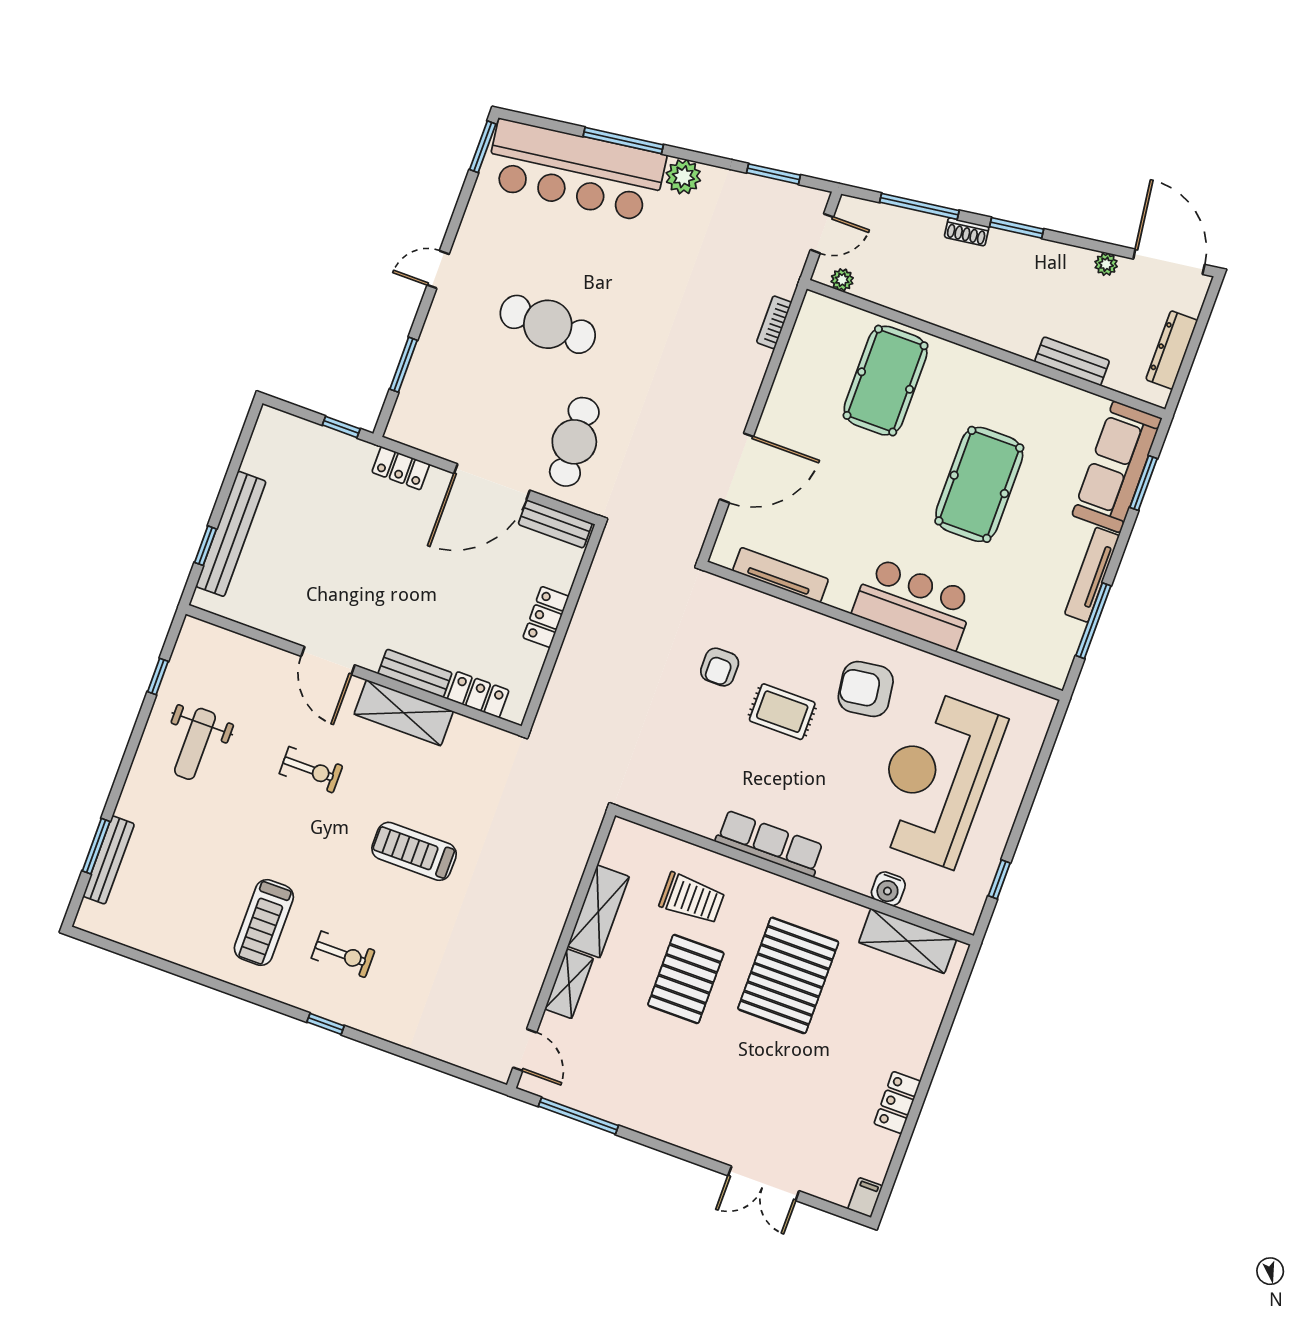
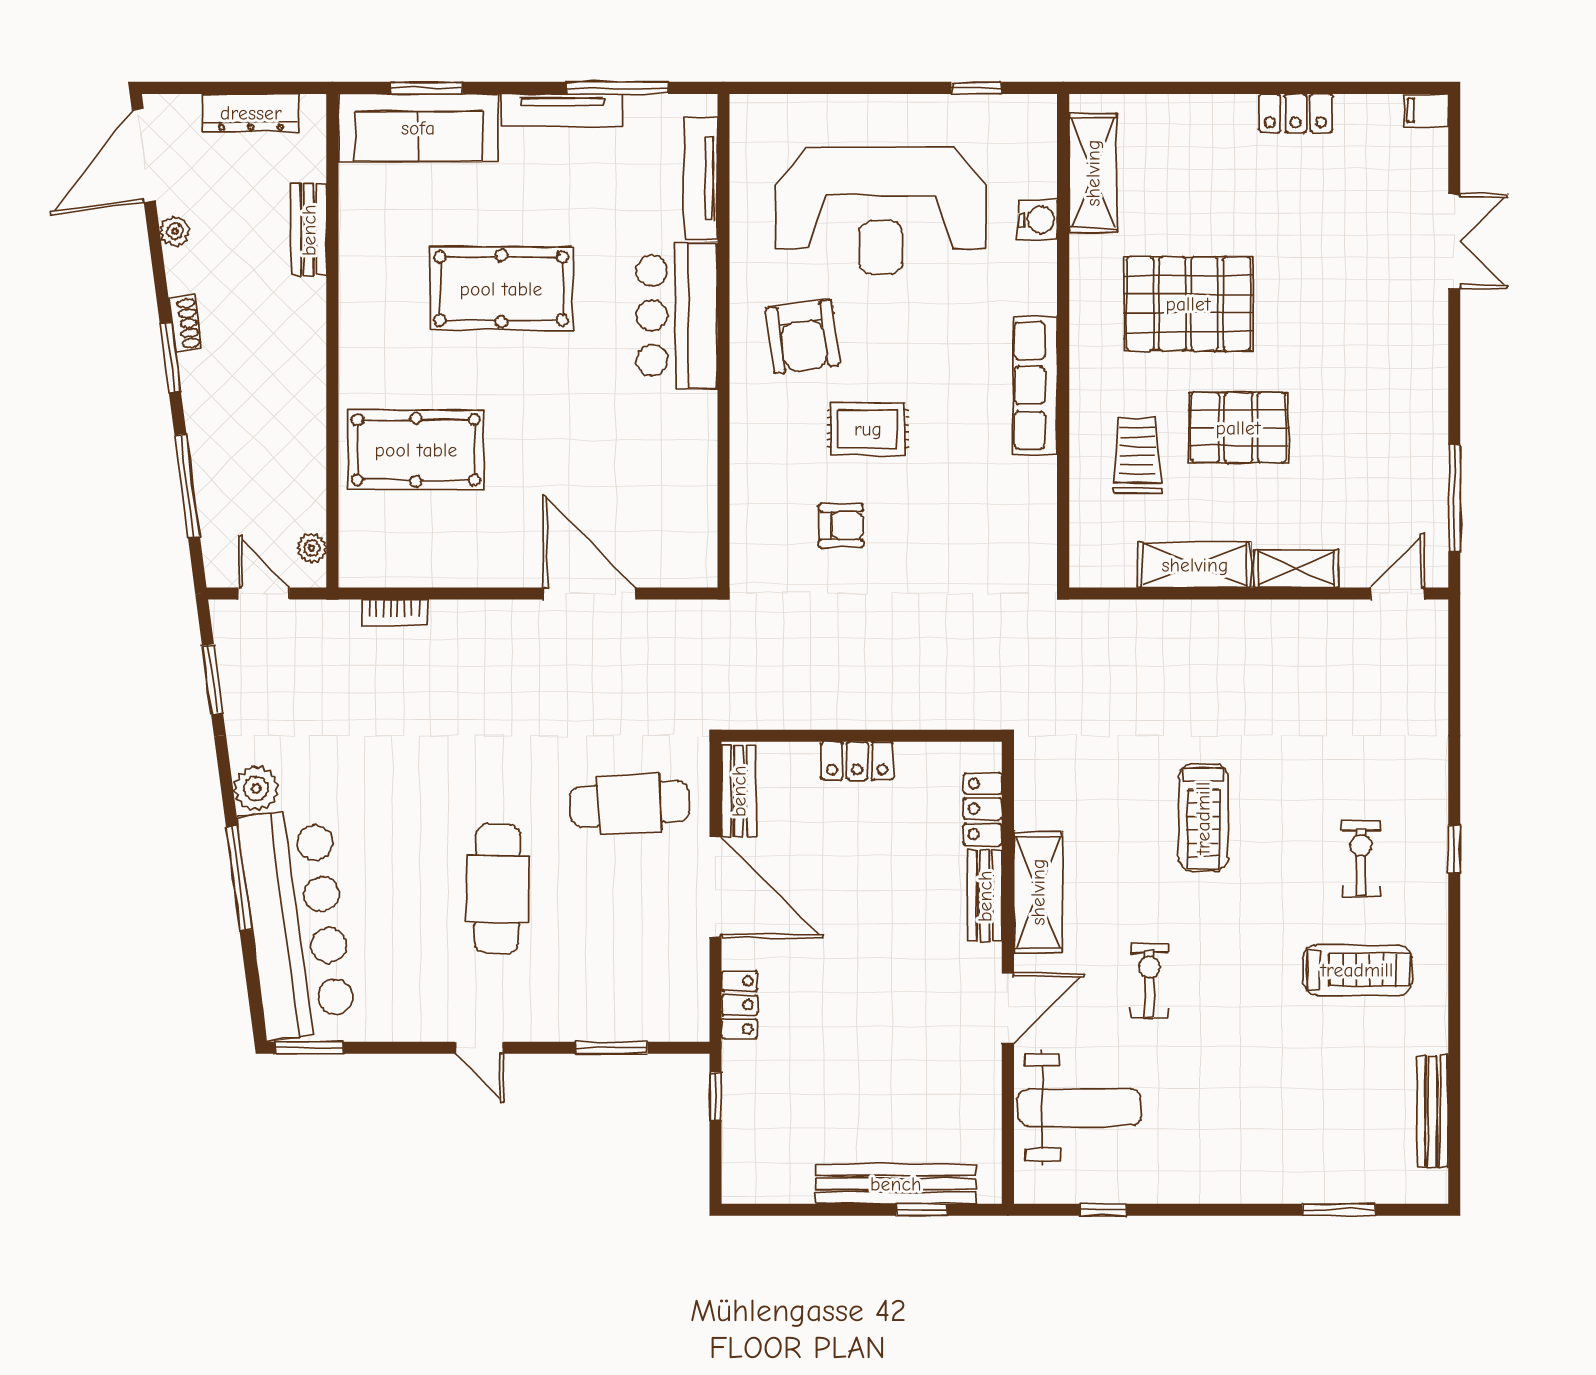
shoe rack: (967, 232) -> (185, 324), moved
tv unit: (781, 575) -> (701, 178), moved
rug: (782, 712) -> (868, 429), turned 90
weight bench: (195, 744) -> (1080, 1107), moved, width x1.36, depth x1.33
bench: (109, 860) -> (1433, 1111), moved, turned 90

